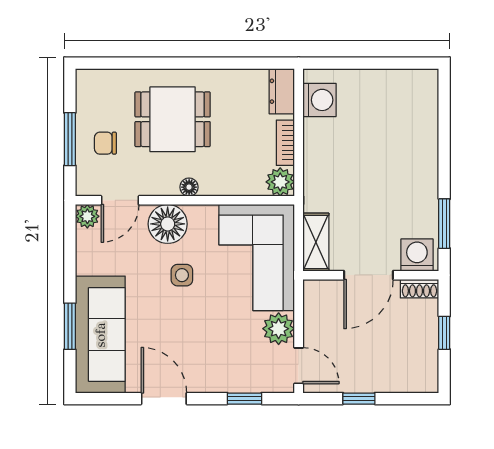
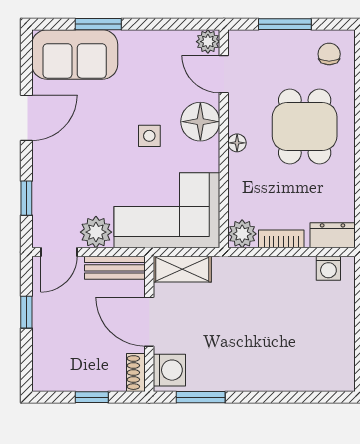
washing machine: (319, 100) -> (328, 268), width x0.73, depth x0.73
chair: (105, 143) -> (329, 54), moved
bench: (314, 310) -> (115, 268), added
sofa: (100, 335) -> (75, 54), width x0.73

